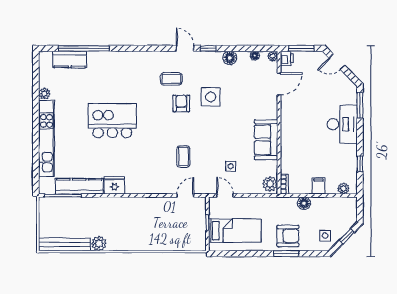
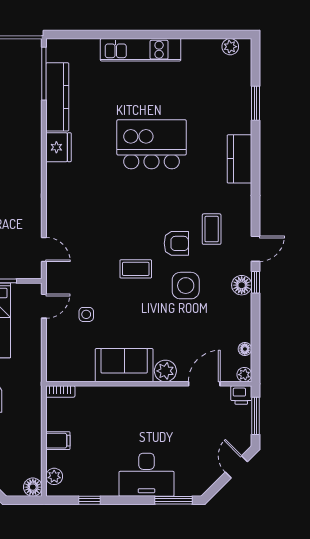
window: (84, 48) -> (255, 103), width x0.47
floor lamp: (230, 58) -> (242, 285), moved
kitchen counter: (70, 60) -> (239, 159), moved
door: (279, 84) -> (204, 384), swing flipped
plant: (44, 94) -> (230, 47), moved
kitchen island: (112, 121) -> (152, 144), turned -90
kitchen unit: (46, 138) -> (141, 50), width x0.73
coffee table: (183, 156) -> (136, 269), moved
plant: (270, 184) -> (165, 371), moved
floor lamp: (304, 203) -> (33, 487), moved

